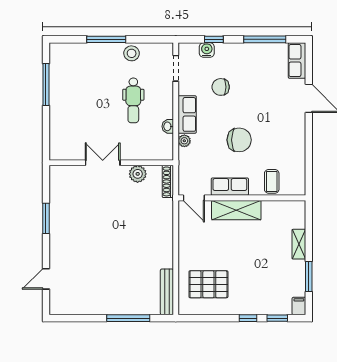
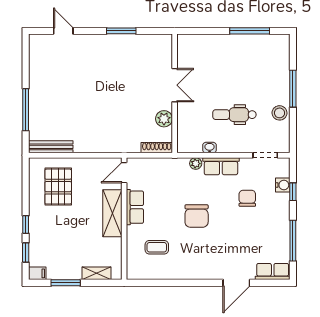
row of seats: (230, 187) -> (135, 207), moved
door: (194, 198) -> (124, 173), moved
wall: (242, 198) -> (124, 219), moved
shelving: (236, 210) -> (112, 213), moved

